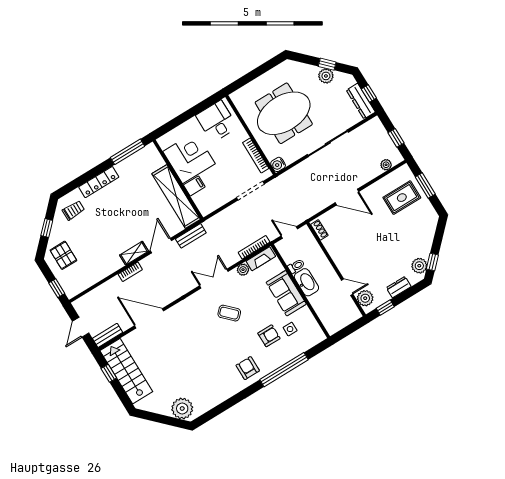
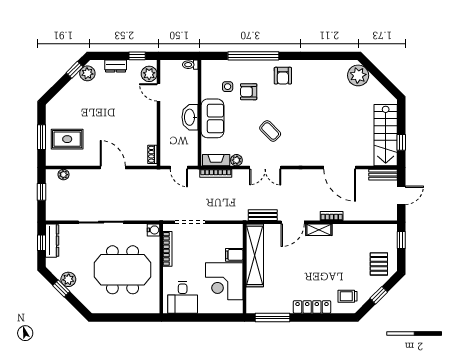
toilet: (296, 266) -> (190, 65), moved

